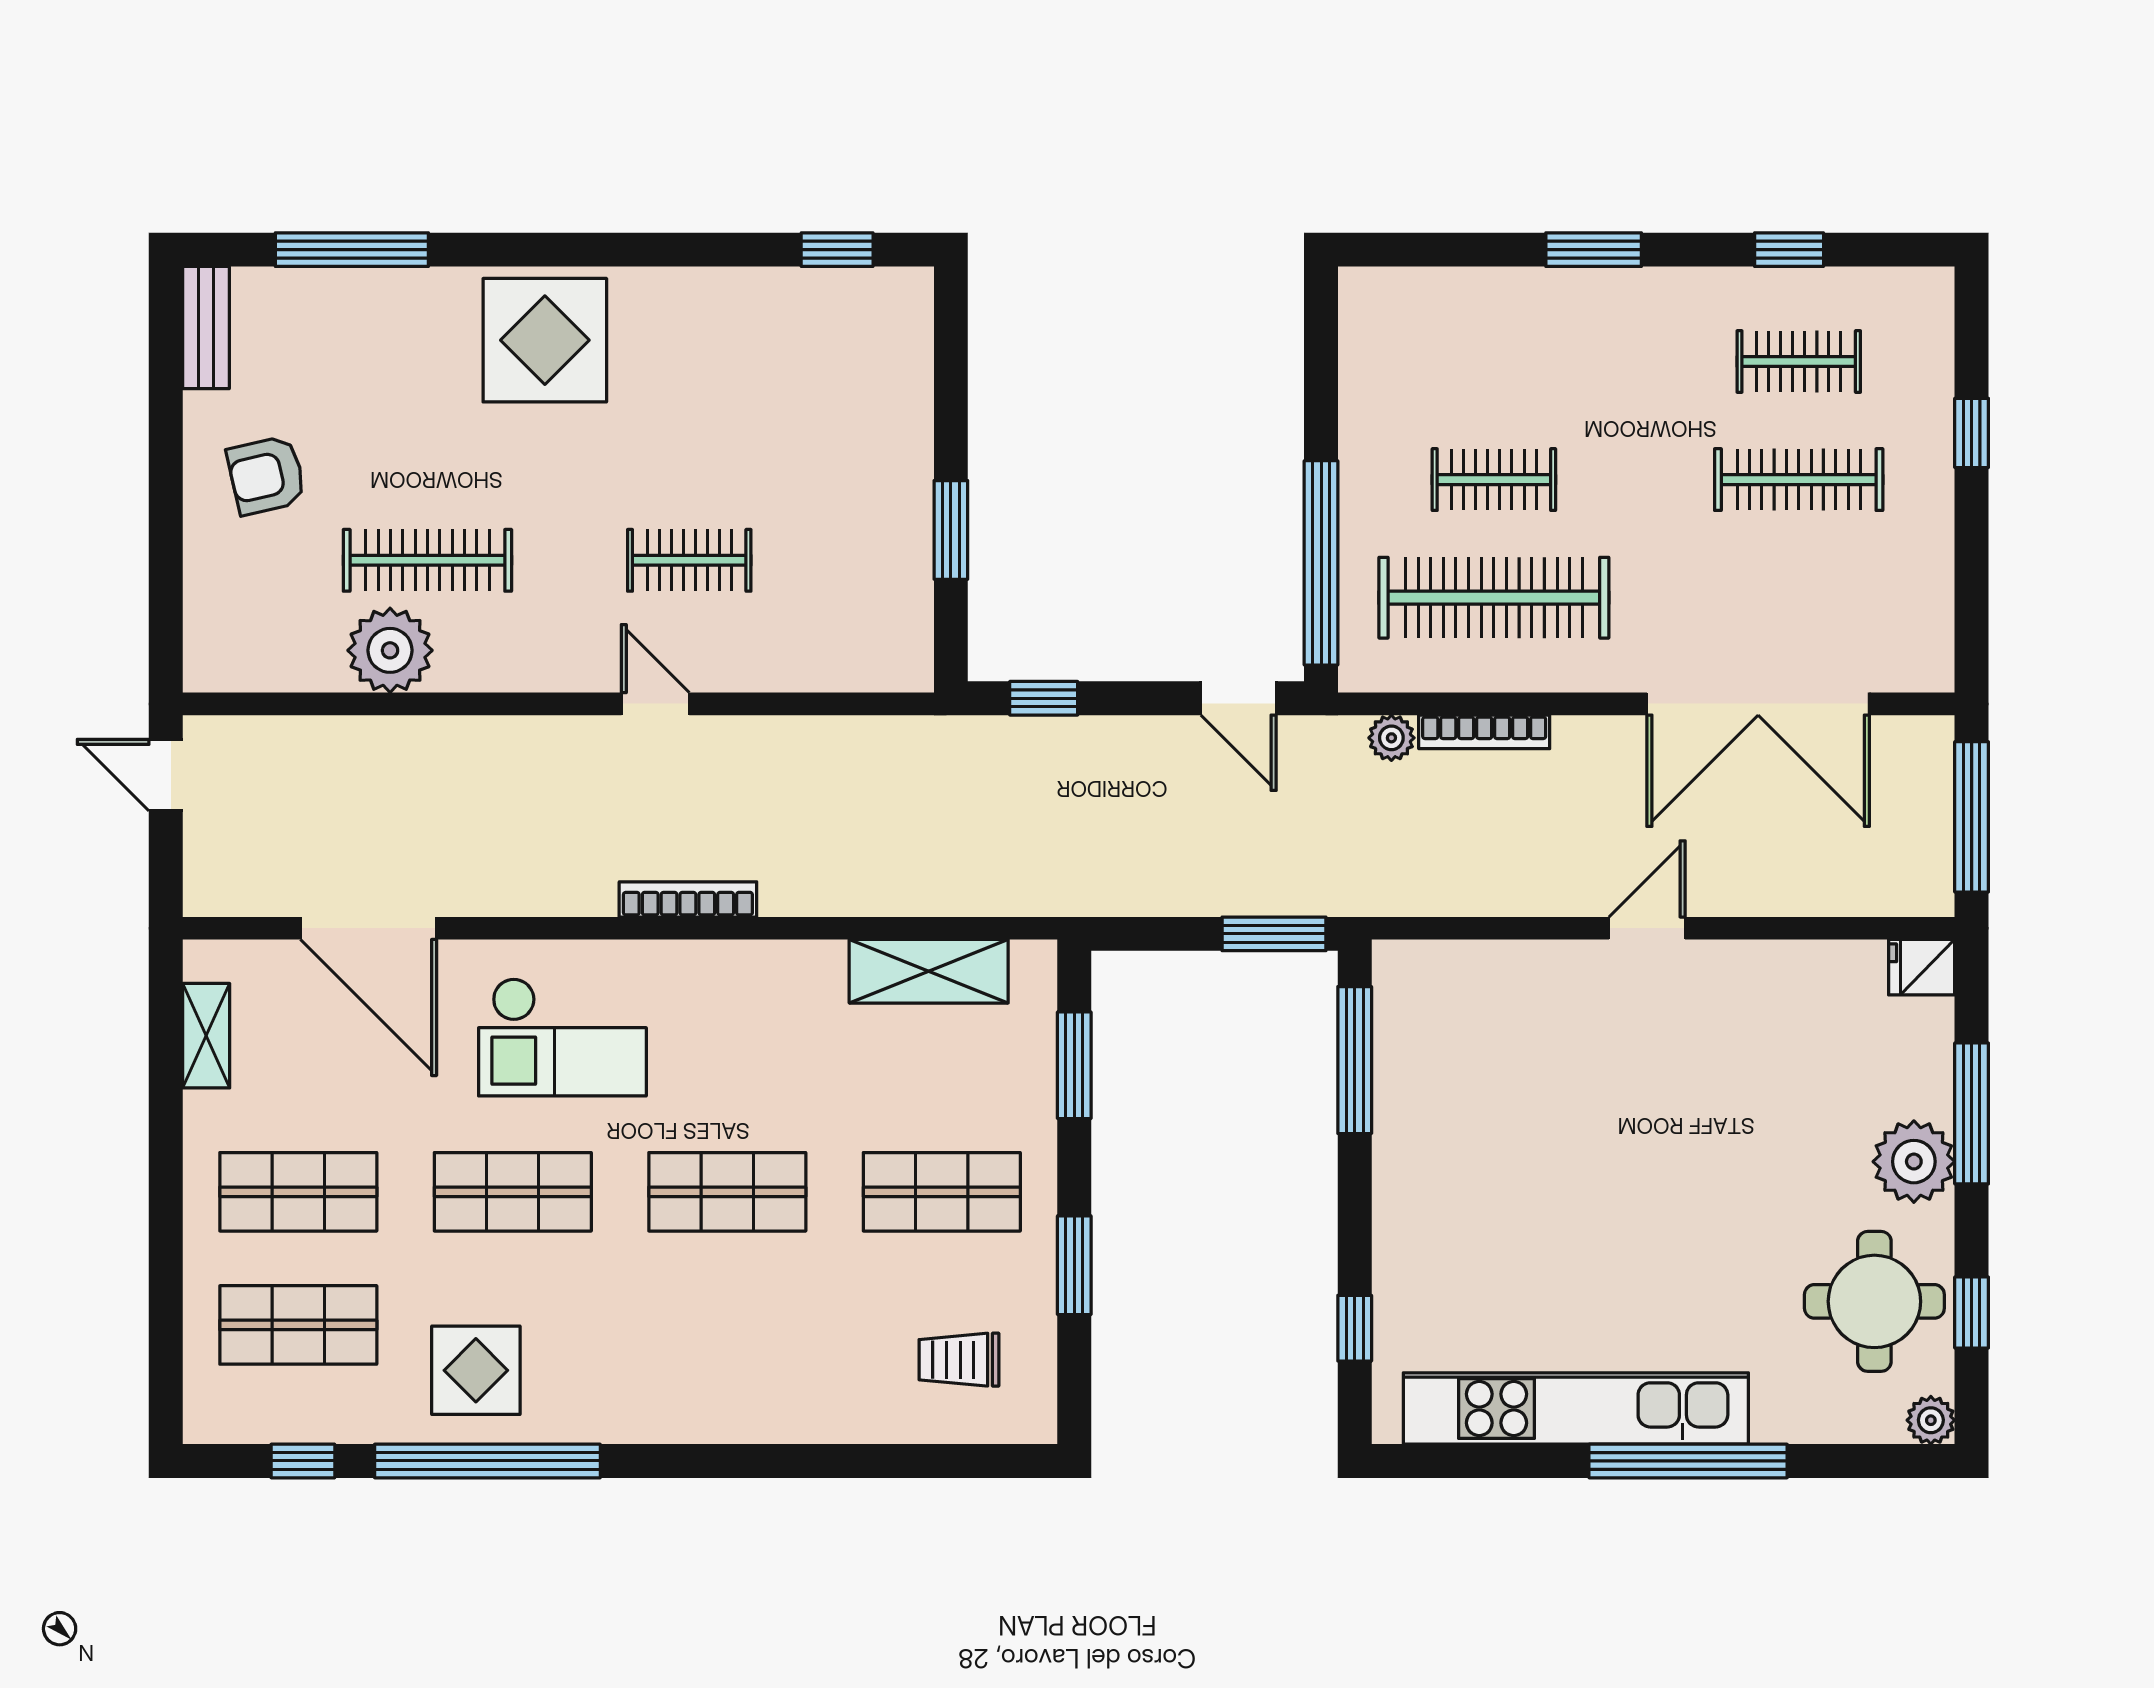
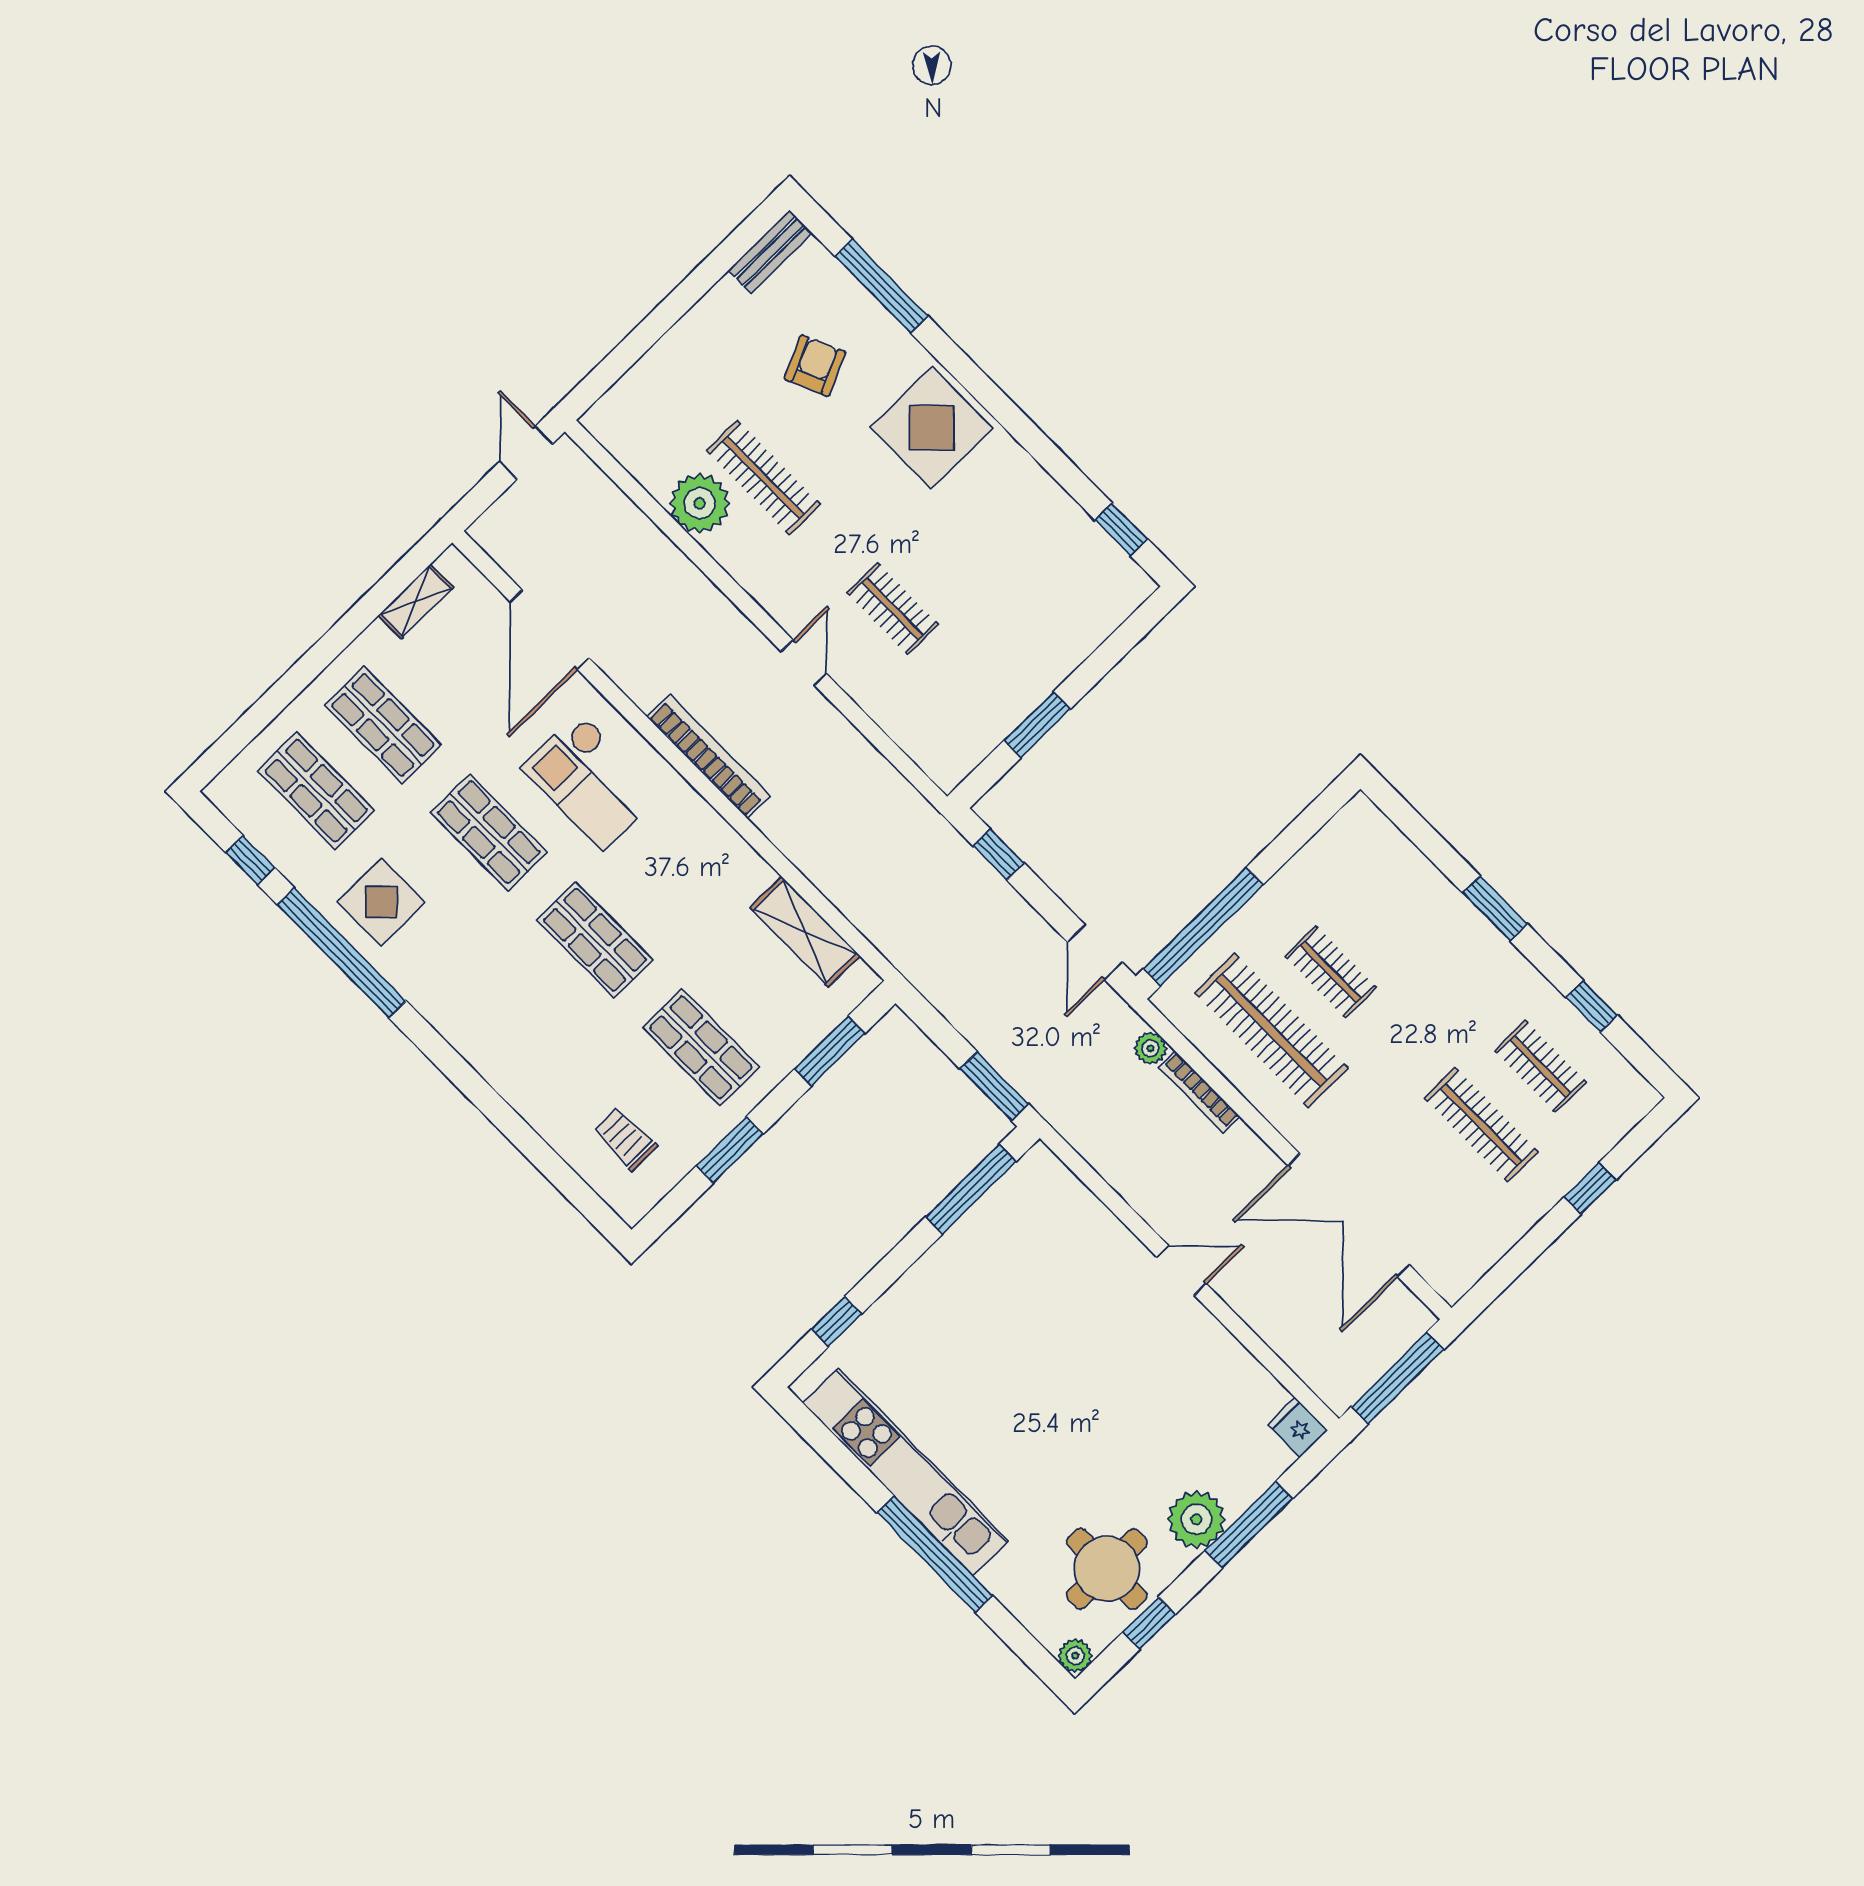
armchair: (266, 475) -> (815, 366), moved, turned 79
bookcase: (688, 899) -> (708, 756), width x1.48, depth x1.31

